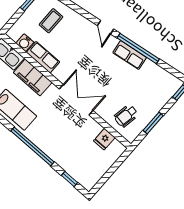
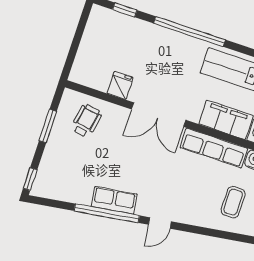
door: (106, 27) -> (160, 223), swing flipped
row of seats: (43, 57) -> (214, 148), width x1.48
fridge: (104, 139) -> (120, 85), moved

